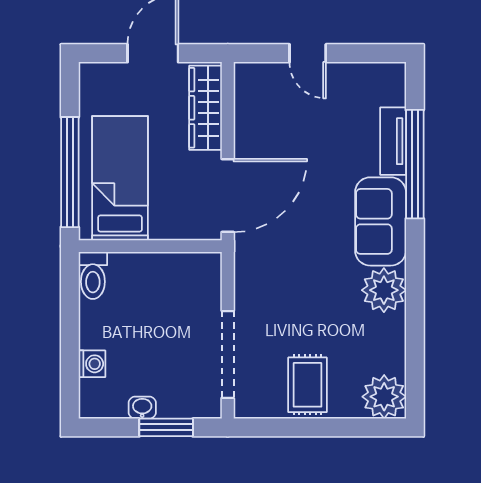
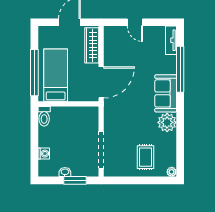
tv unit: (393, 141) -> (171, 40), moved
rug: (307, 385) -> (146, 157), moved
plant: (384, 397) -> (172, 172), width x0.53, depth x0.53

